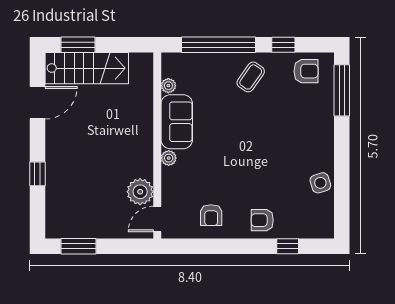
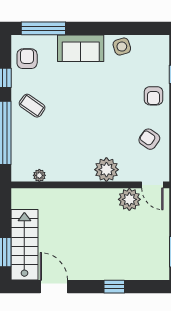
sofa: (177, 122) -> (81, 48), moved, turned 180
plant: (169, 158) -> (106, 170), width x1.88, depth x1.88
armchair: (211, 215) -> (149, 139), turned -145

